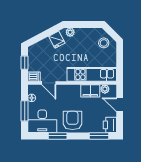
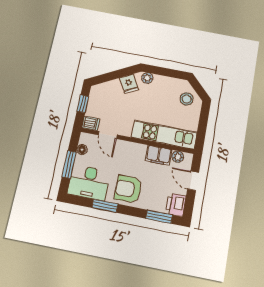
armchair: (72, 120) -> (128, 189), turned -90

